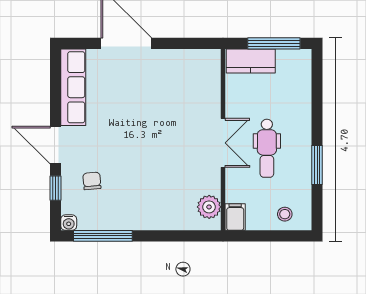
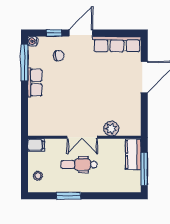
plant: (209, 207) -> (111, 129), moved
row of seats: (135, 219) -> (35, 83), added

